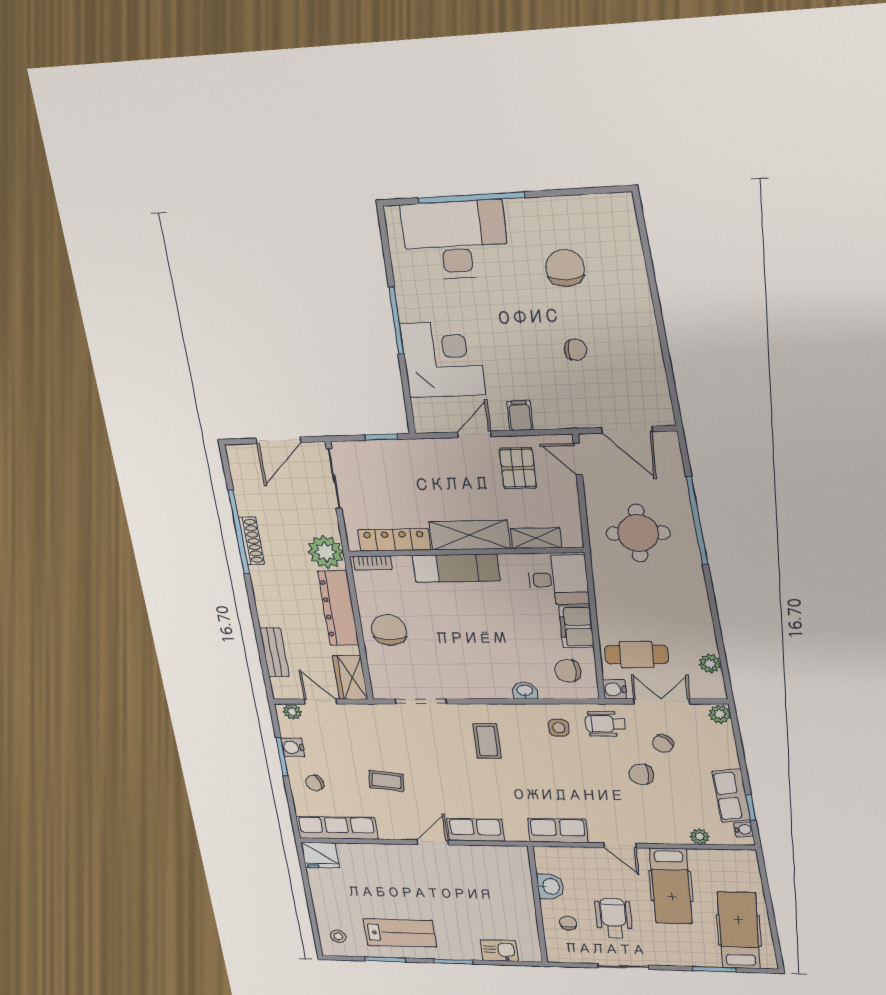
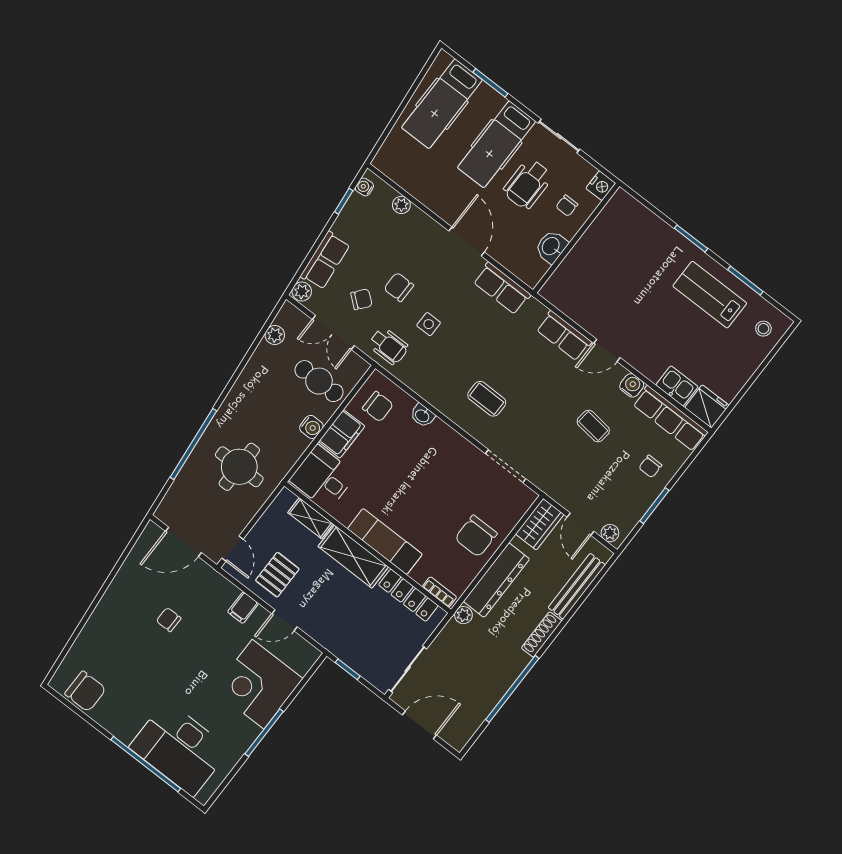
chair: (565, 268) -> (85, 691), moved, turned -90
door: (627, 430) -> (183, 542), swing flipped
shoe rack: (251, 541) -> (542, 634), moved
plant: (326, 552) -> (463, 615), width x0.53, depth x0.53
bench: (274, 653) -> (577, 586), width x1.36
water cooler: (615, 689) -> (311, 427), moved
side table: (559, 728) -> (429, 324), moved
coffee table: (487, 741) -> (487, 399), turned 90
water cooler: (293, 747) -> (632, 385), moved, turned -90
chair: (641, 774) -> (399, 287), turned 180
chair: (315, 783) -> (650, 466), turned 110
row of seats: (731, 796) -> (325, 260), moved
door: (620, 845) -> (467, 242), width x1.38
hospital bed: (671, 886) -> (497, 144), moved, turned 180
kitchen sink: (499, 951) -> (677, 386), moved, turned 180
nightstand: (557, 953) -> (601, 186), added

